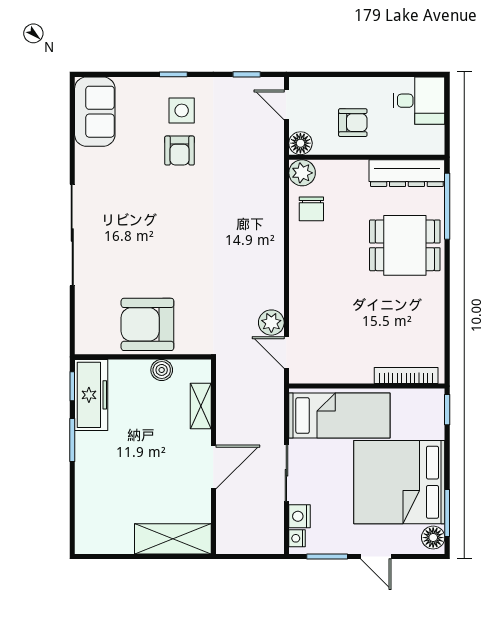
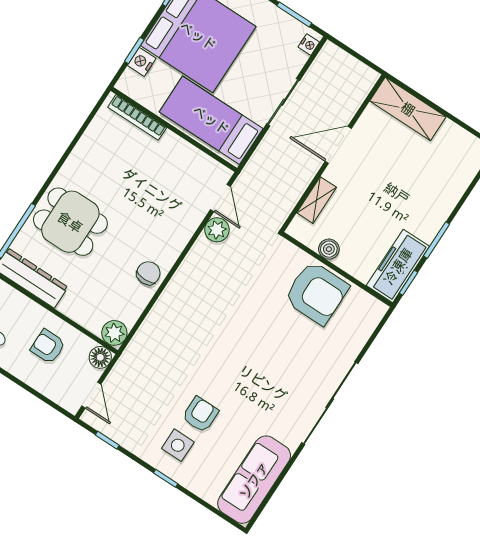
sofa: (95, 112) -> (254, 480), width x1.36
chair: (311, 209) -> (148, 273), moved
window: (447, 410) -> (134, 51), moved
nightstand: (300, 516) -> (142, 62), moved, turned 180

